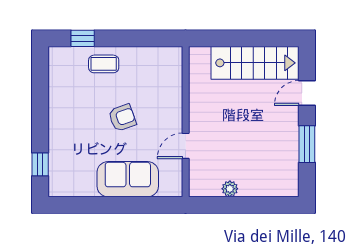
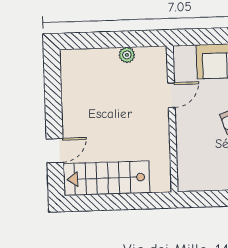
window: (307, 144) -> (53, 101), removed

